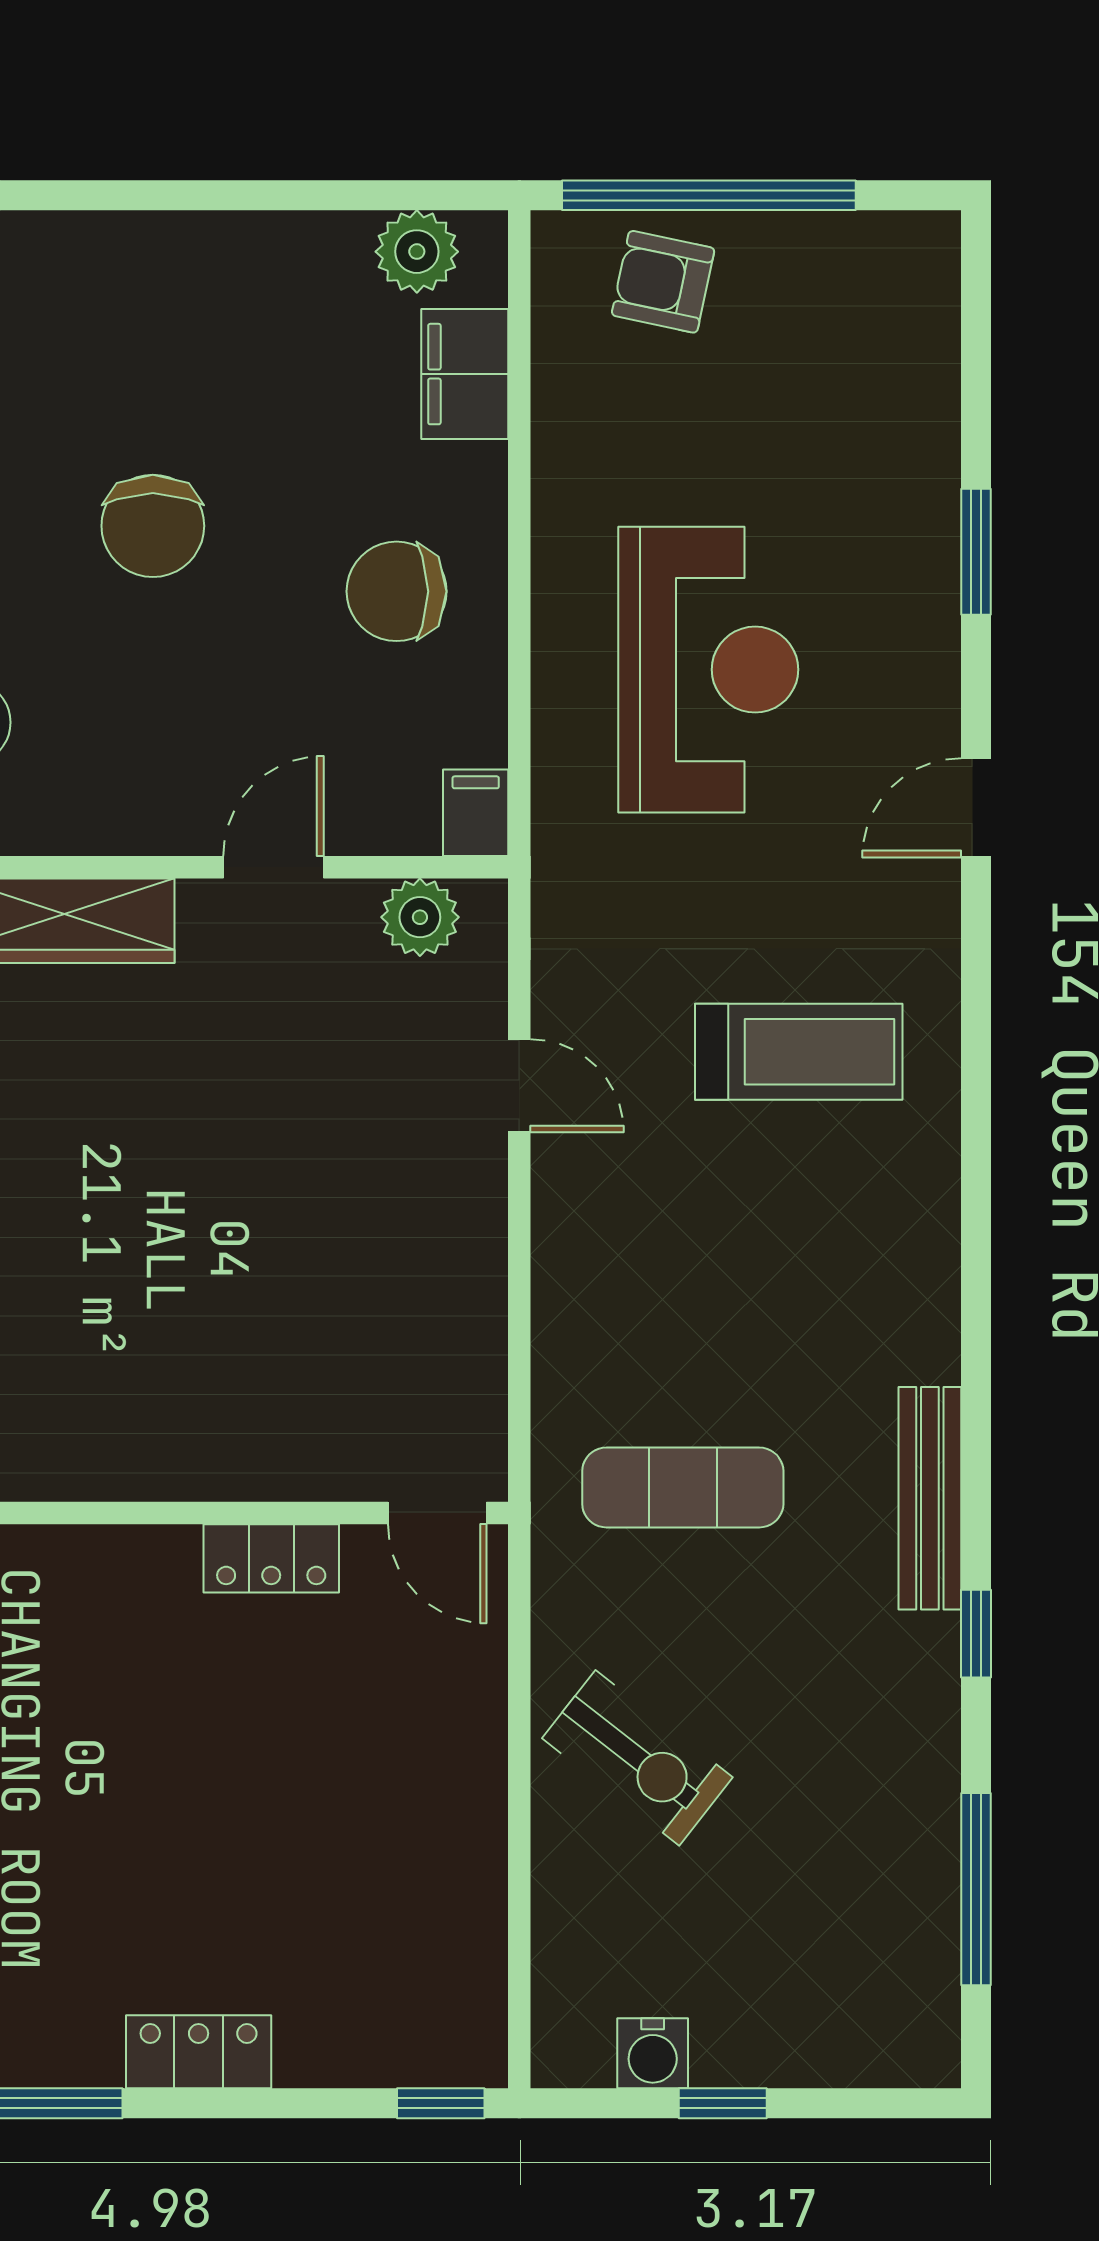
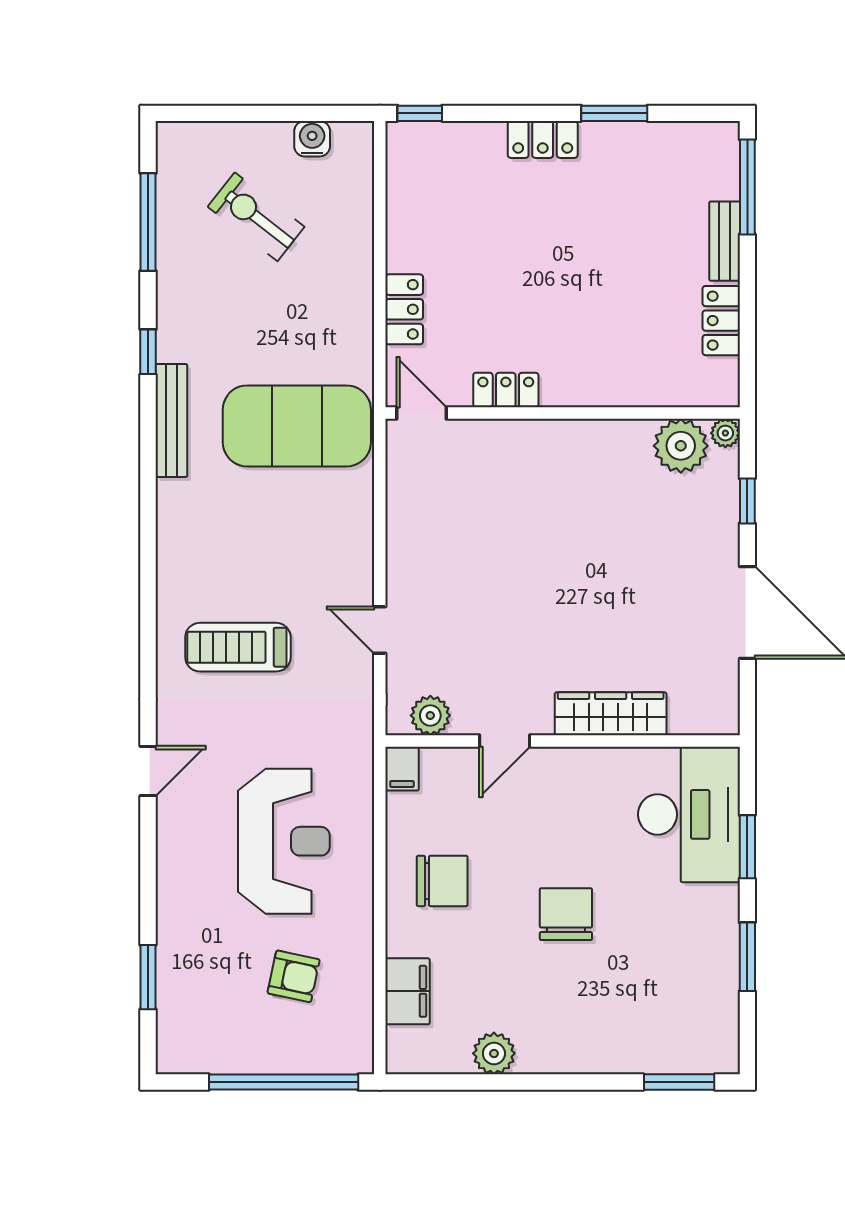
plant: (417, 252) -> (494, 1053), moved
armchair: (663, 282) -> (294, 976), moved
window: (976, 552) -> (148, 977), moved
reception desk: (708, 670) -> (284, 841), turned 180
exercise mat: (683, 1487) -> (297, 426), width x2.00, depth x1.45
locker: (471, 1717) -> (404, 309), added
exercise bike: (637, 1758) -> (256, 217), moved
window: (723, 2103) -> (277, 113), removed

